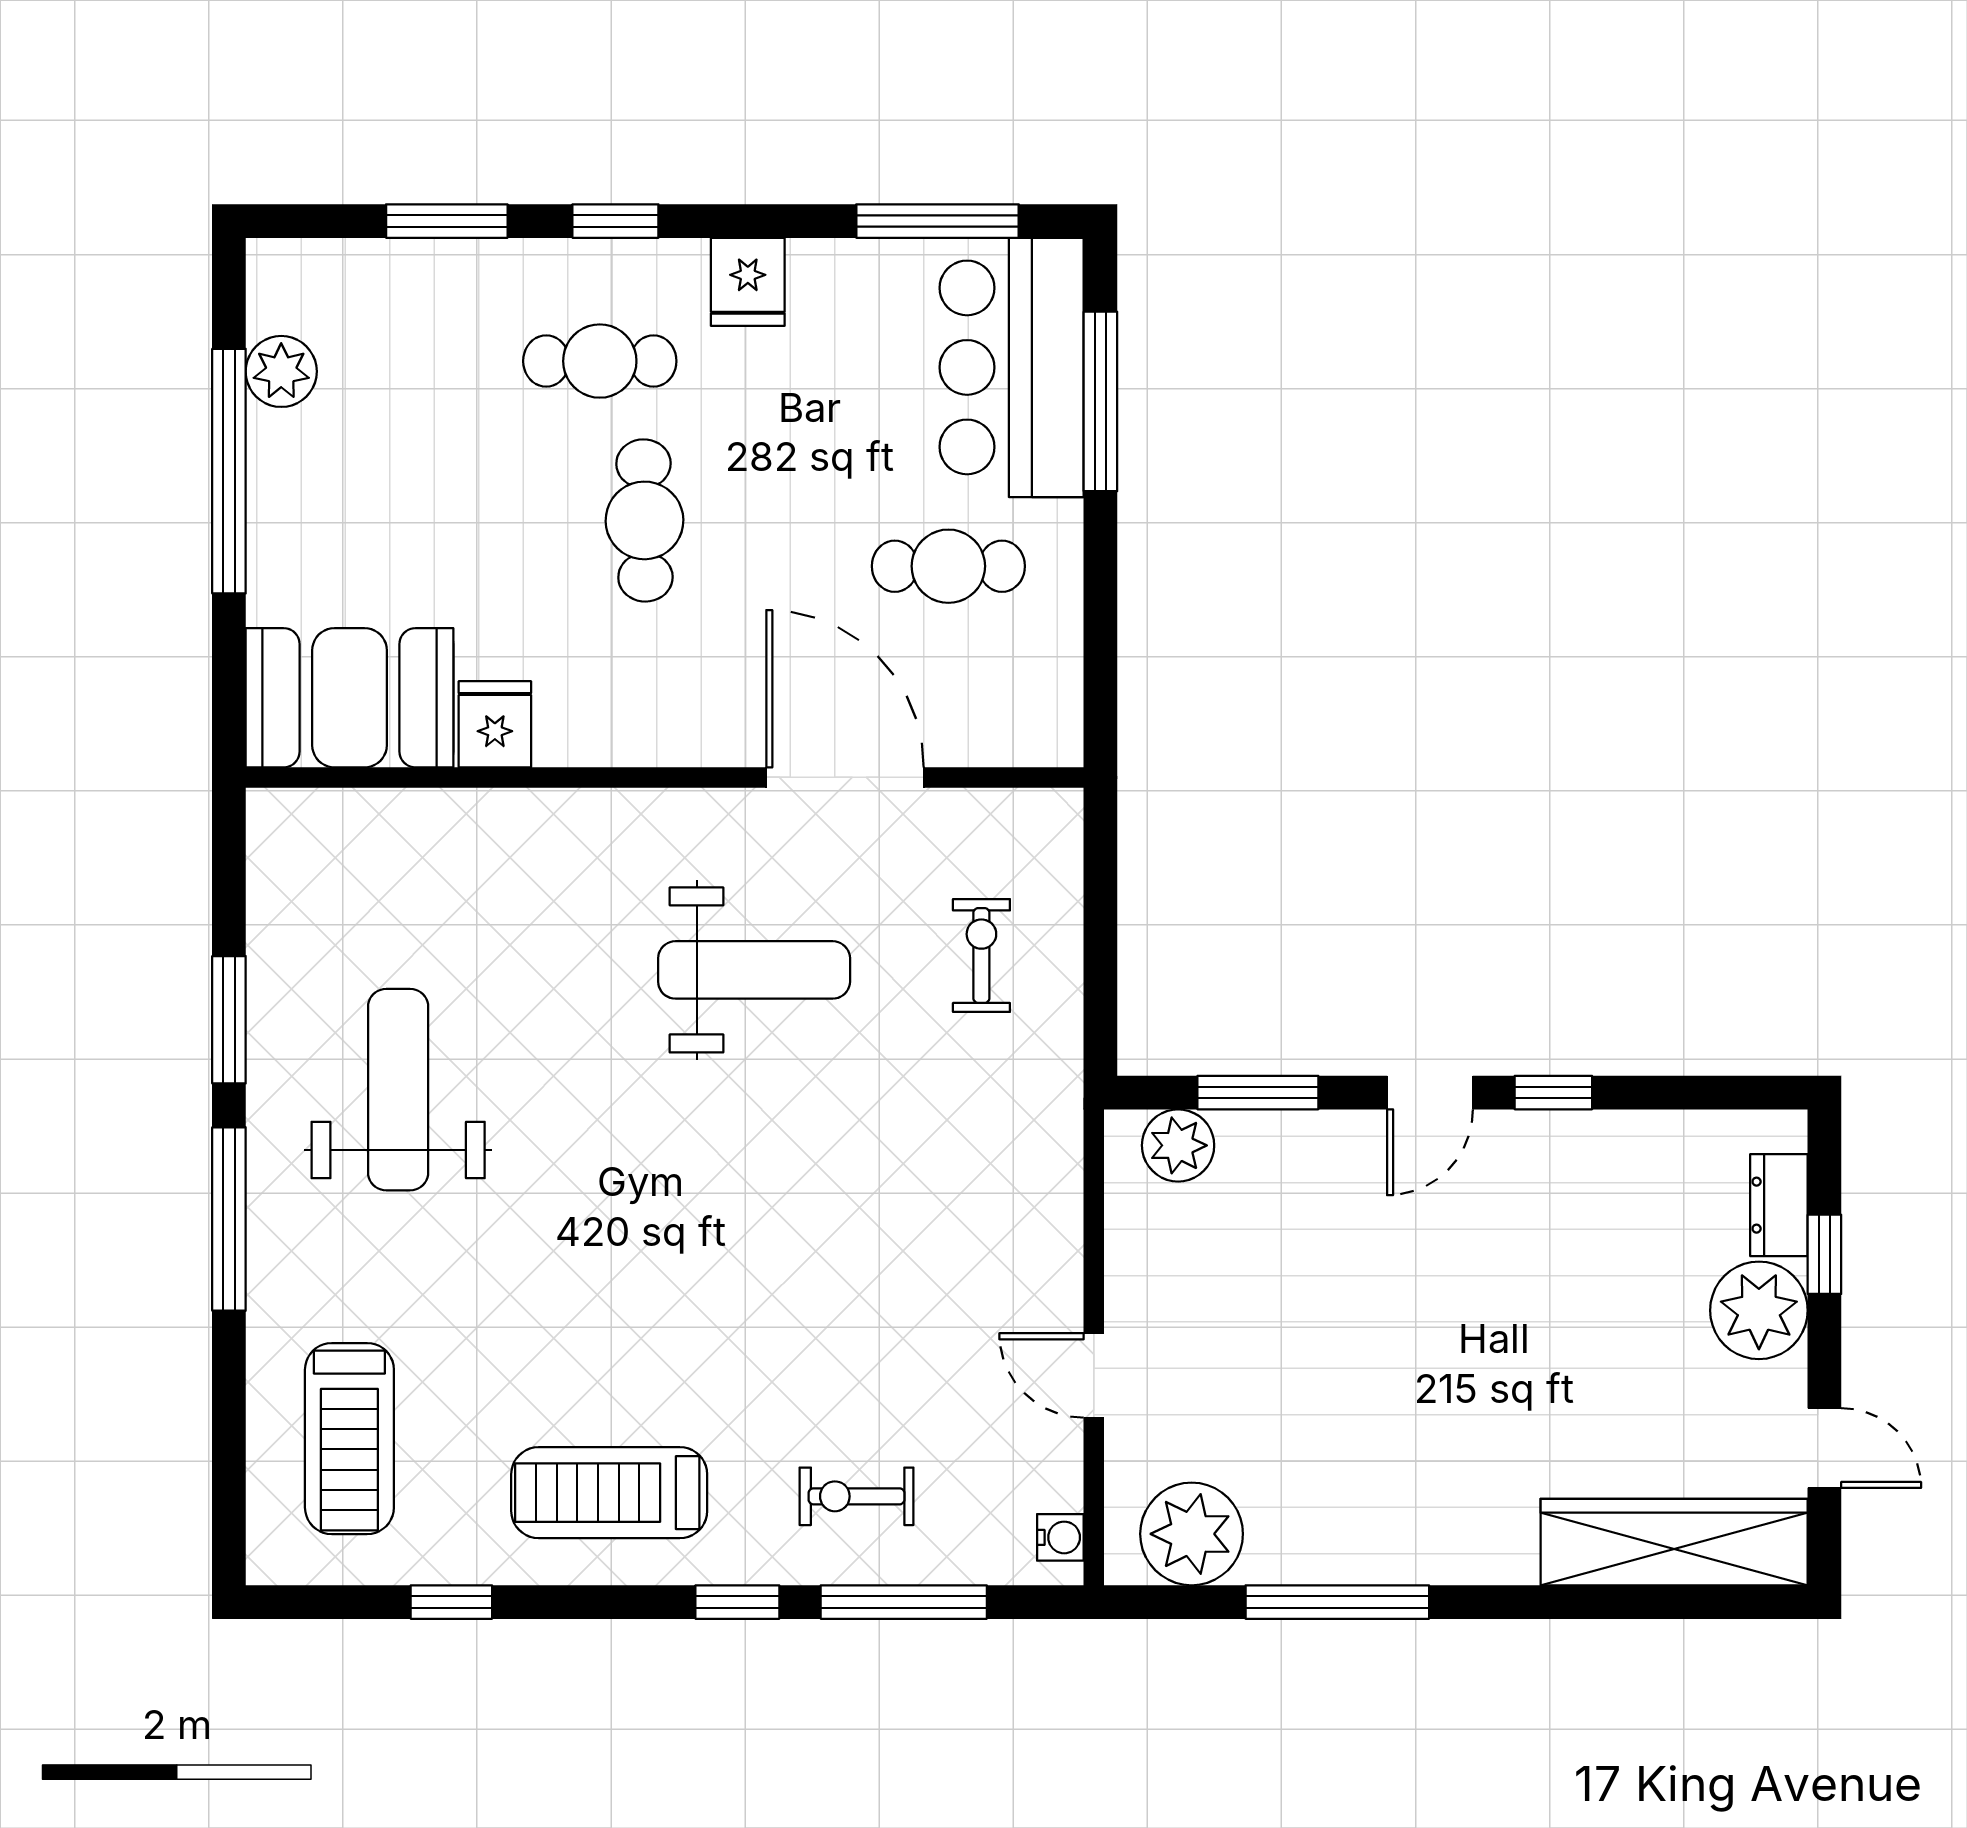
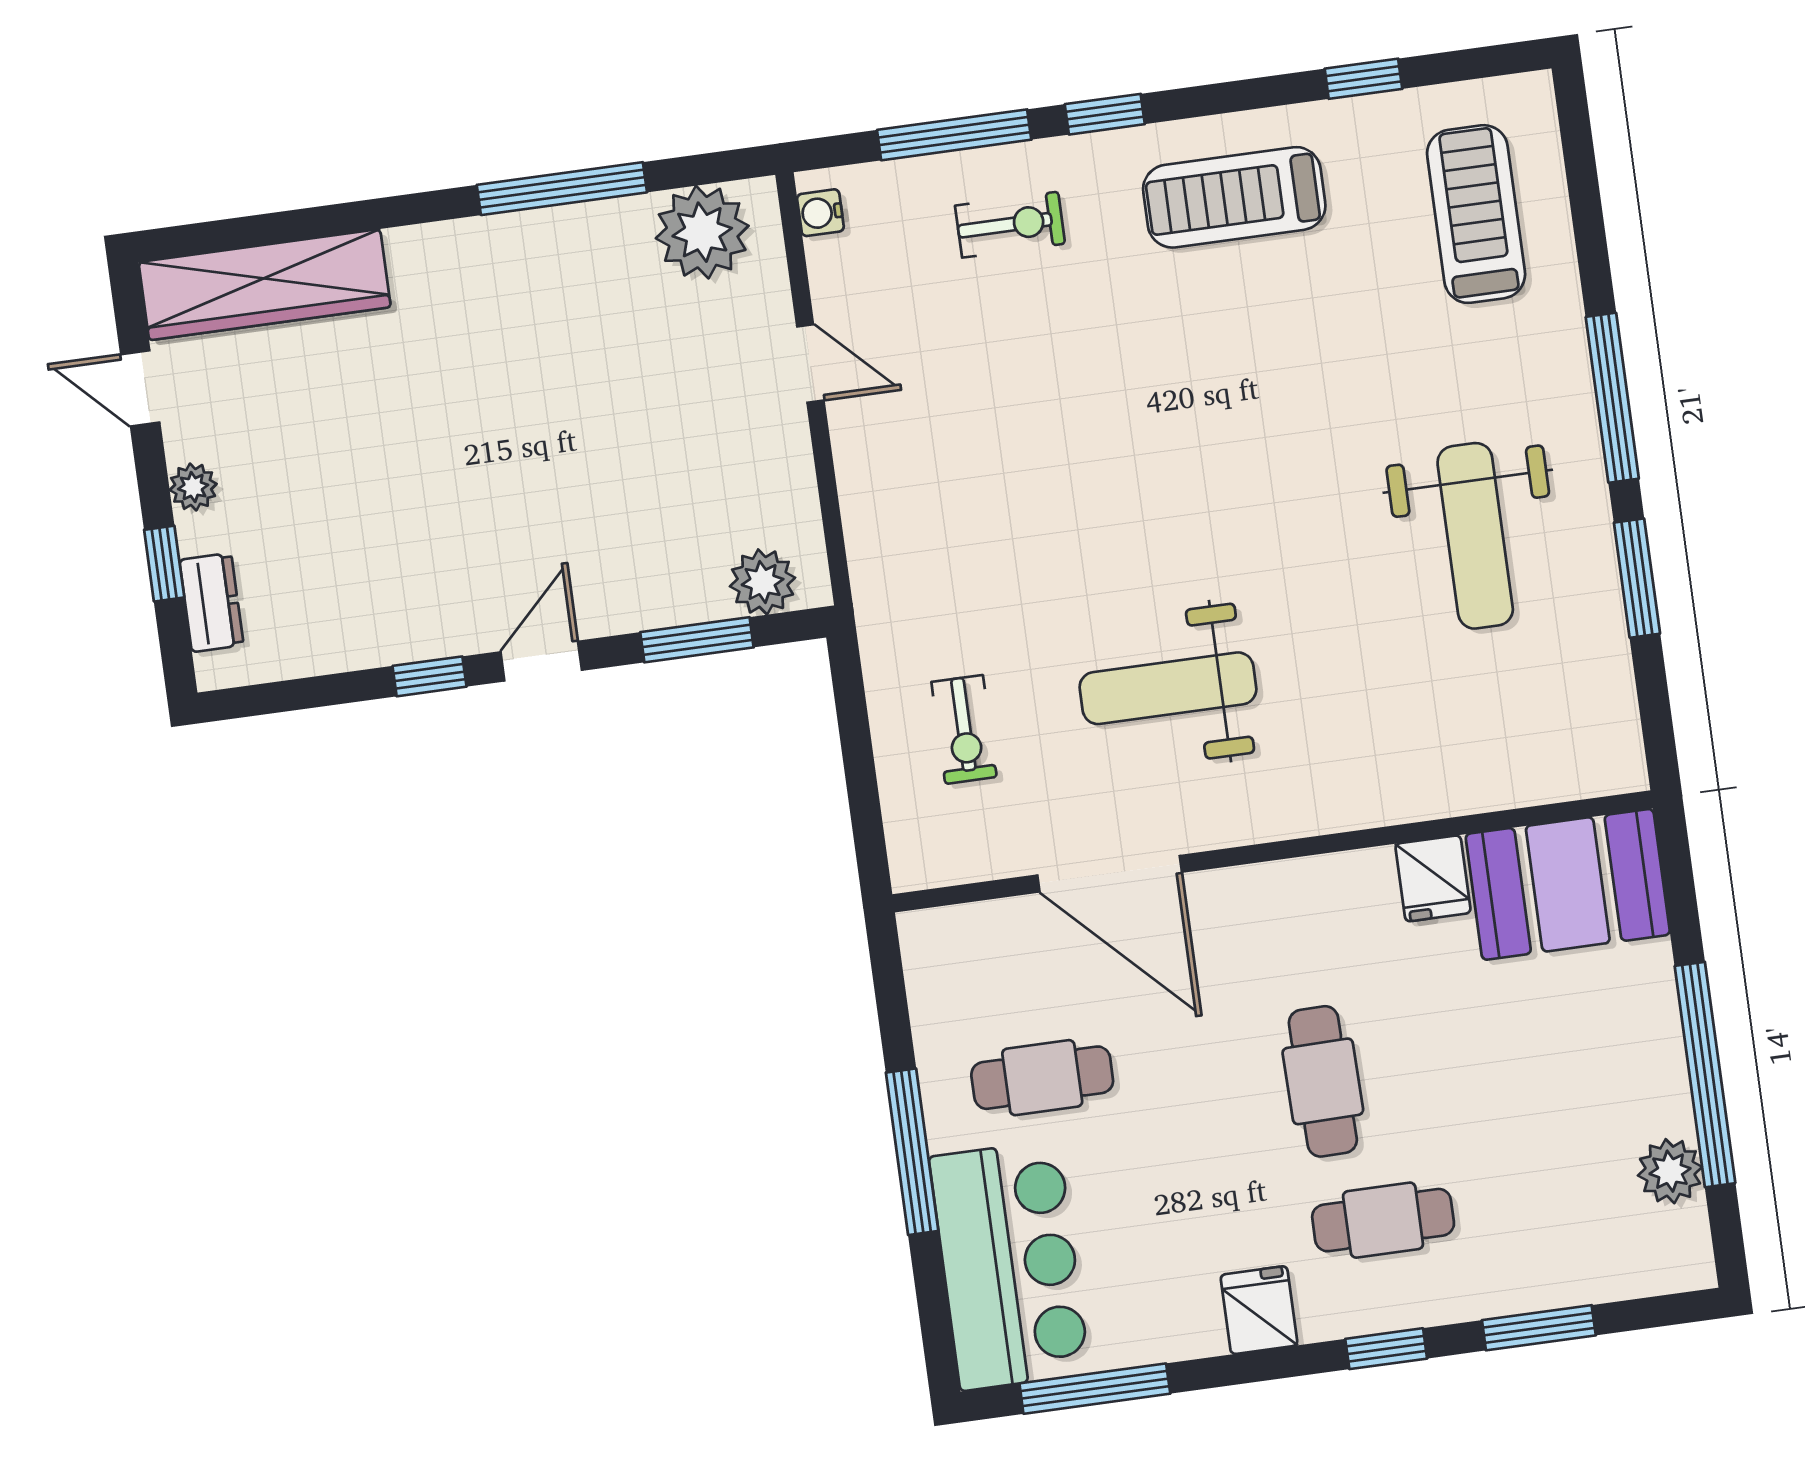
window: (1100, 401) -> (912, 1152), moved
plant: (1759, 1310) -> (193, 487), width x0.53, depth x0.53
treadmill: (609, 1493) -> (1234, 197), turned 180

